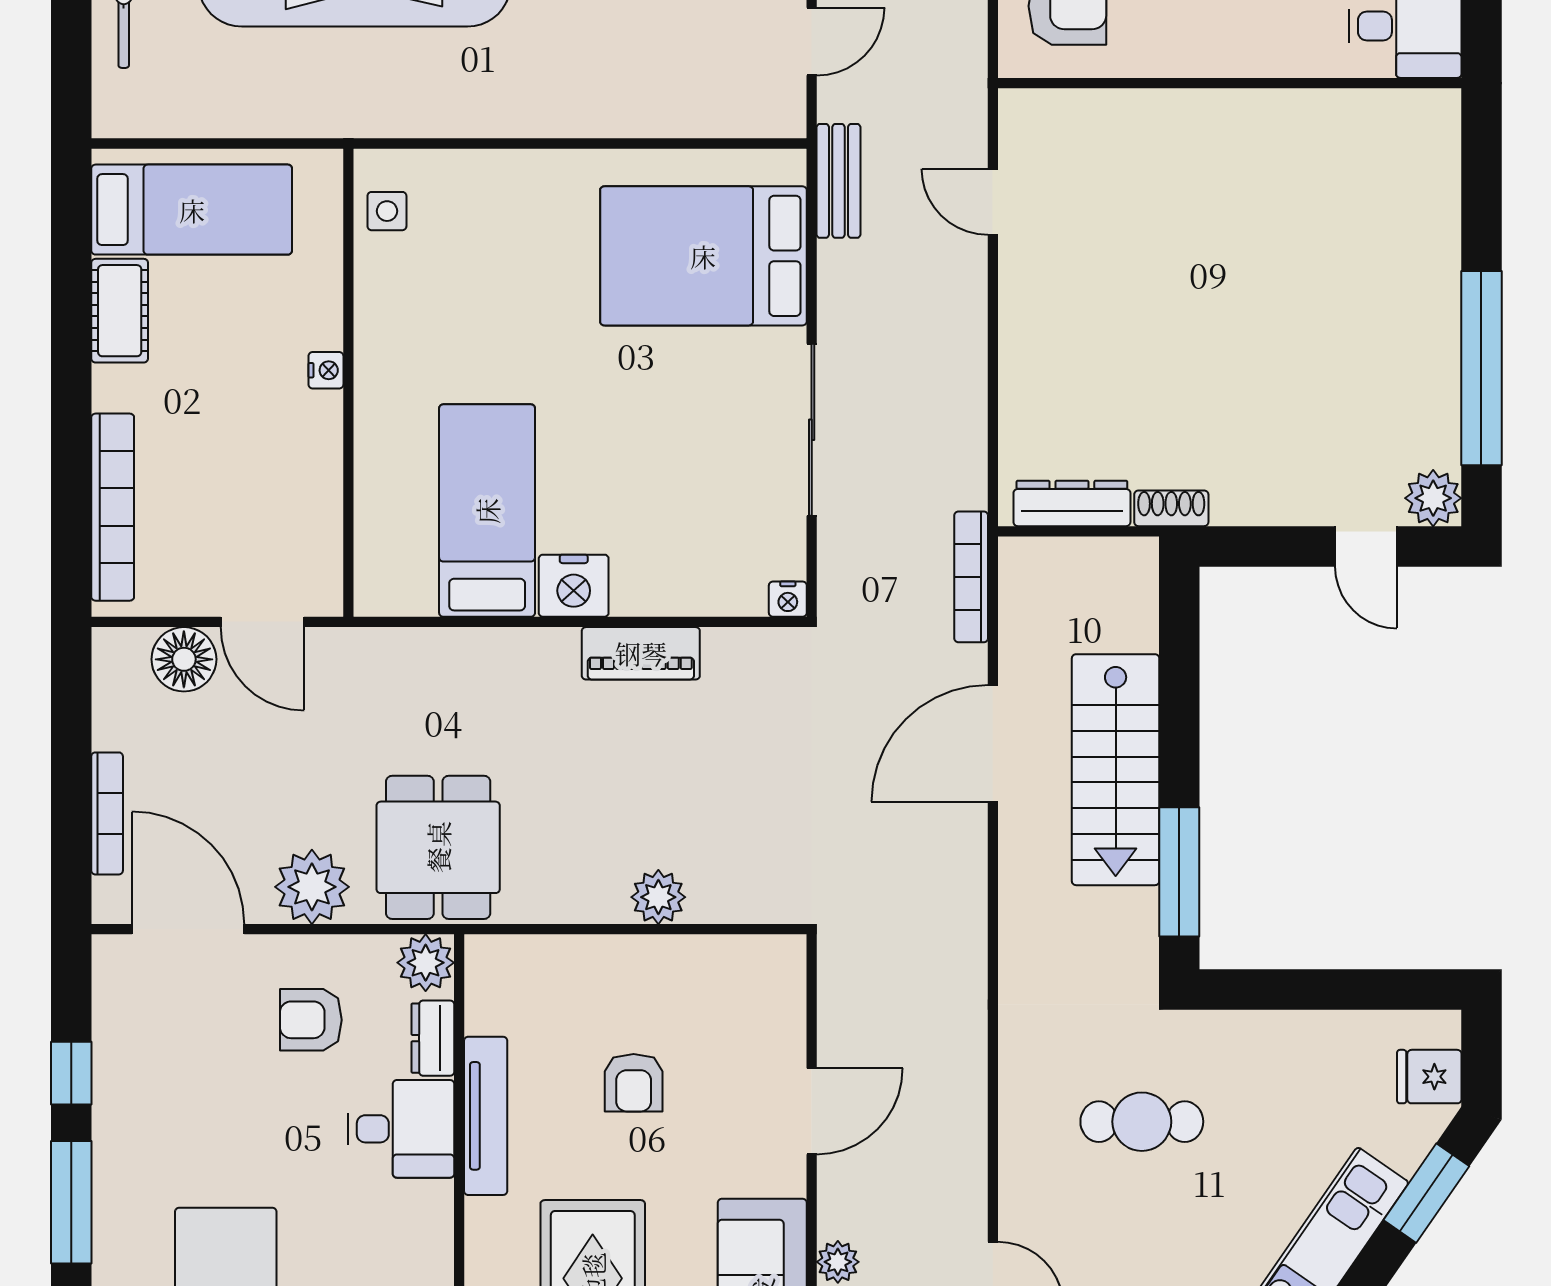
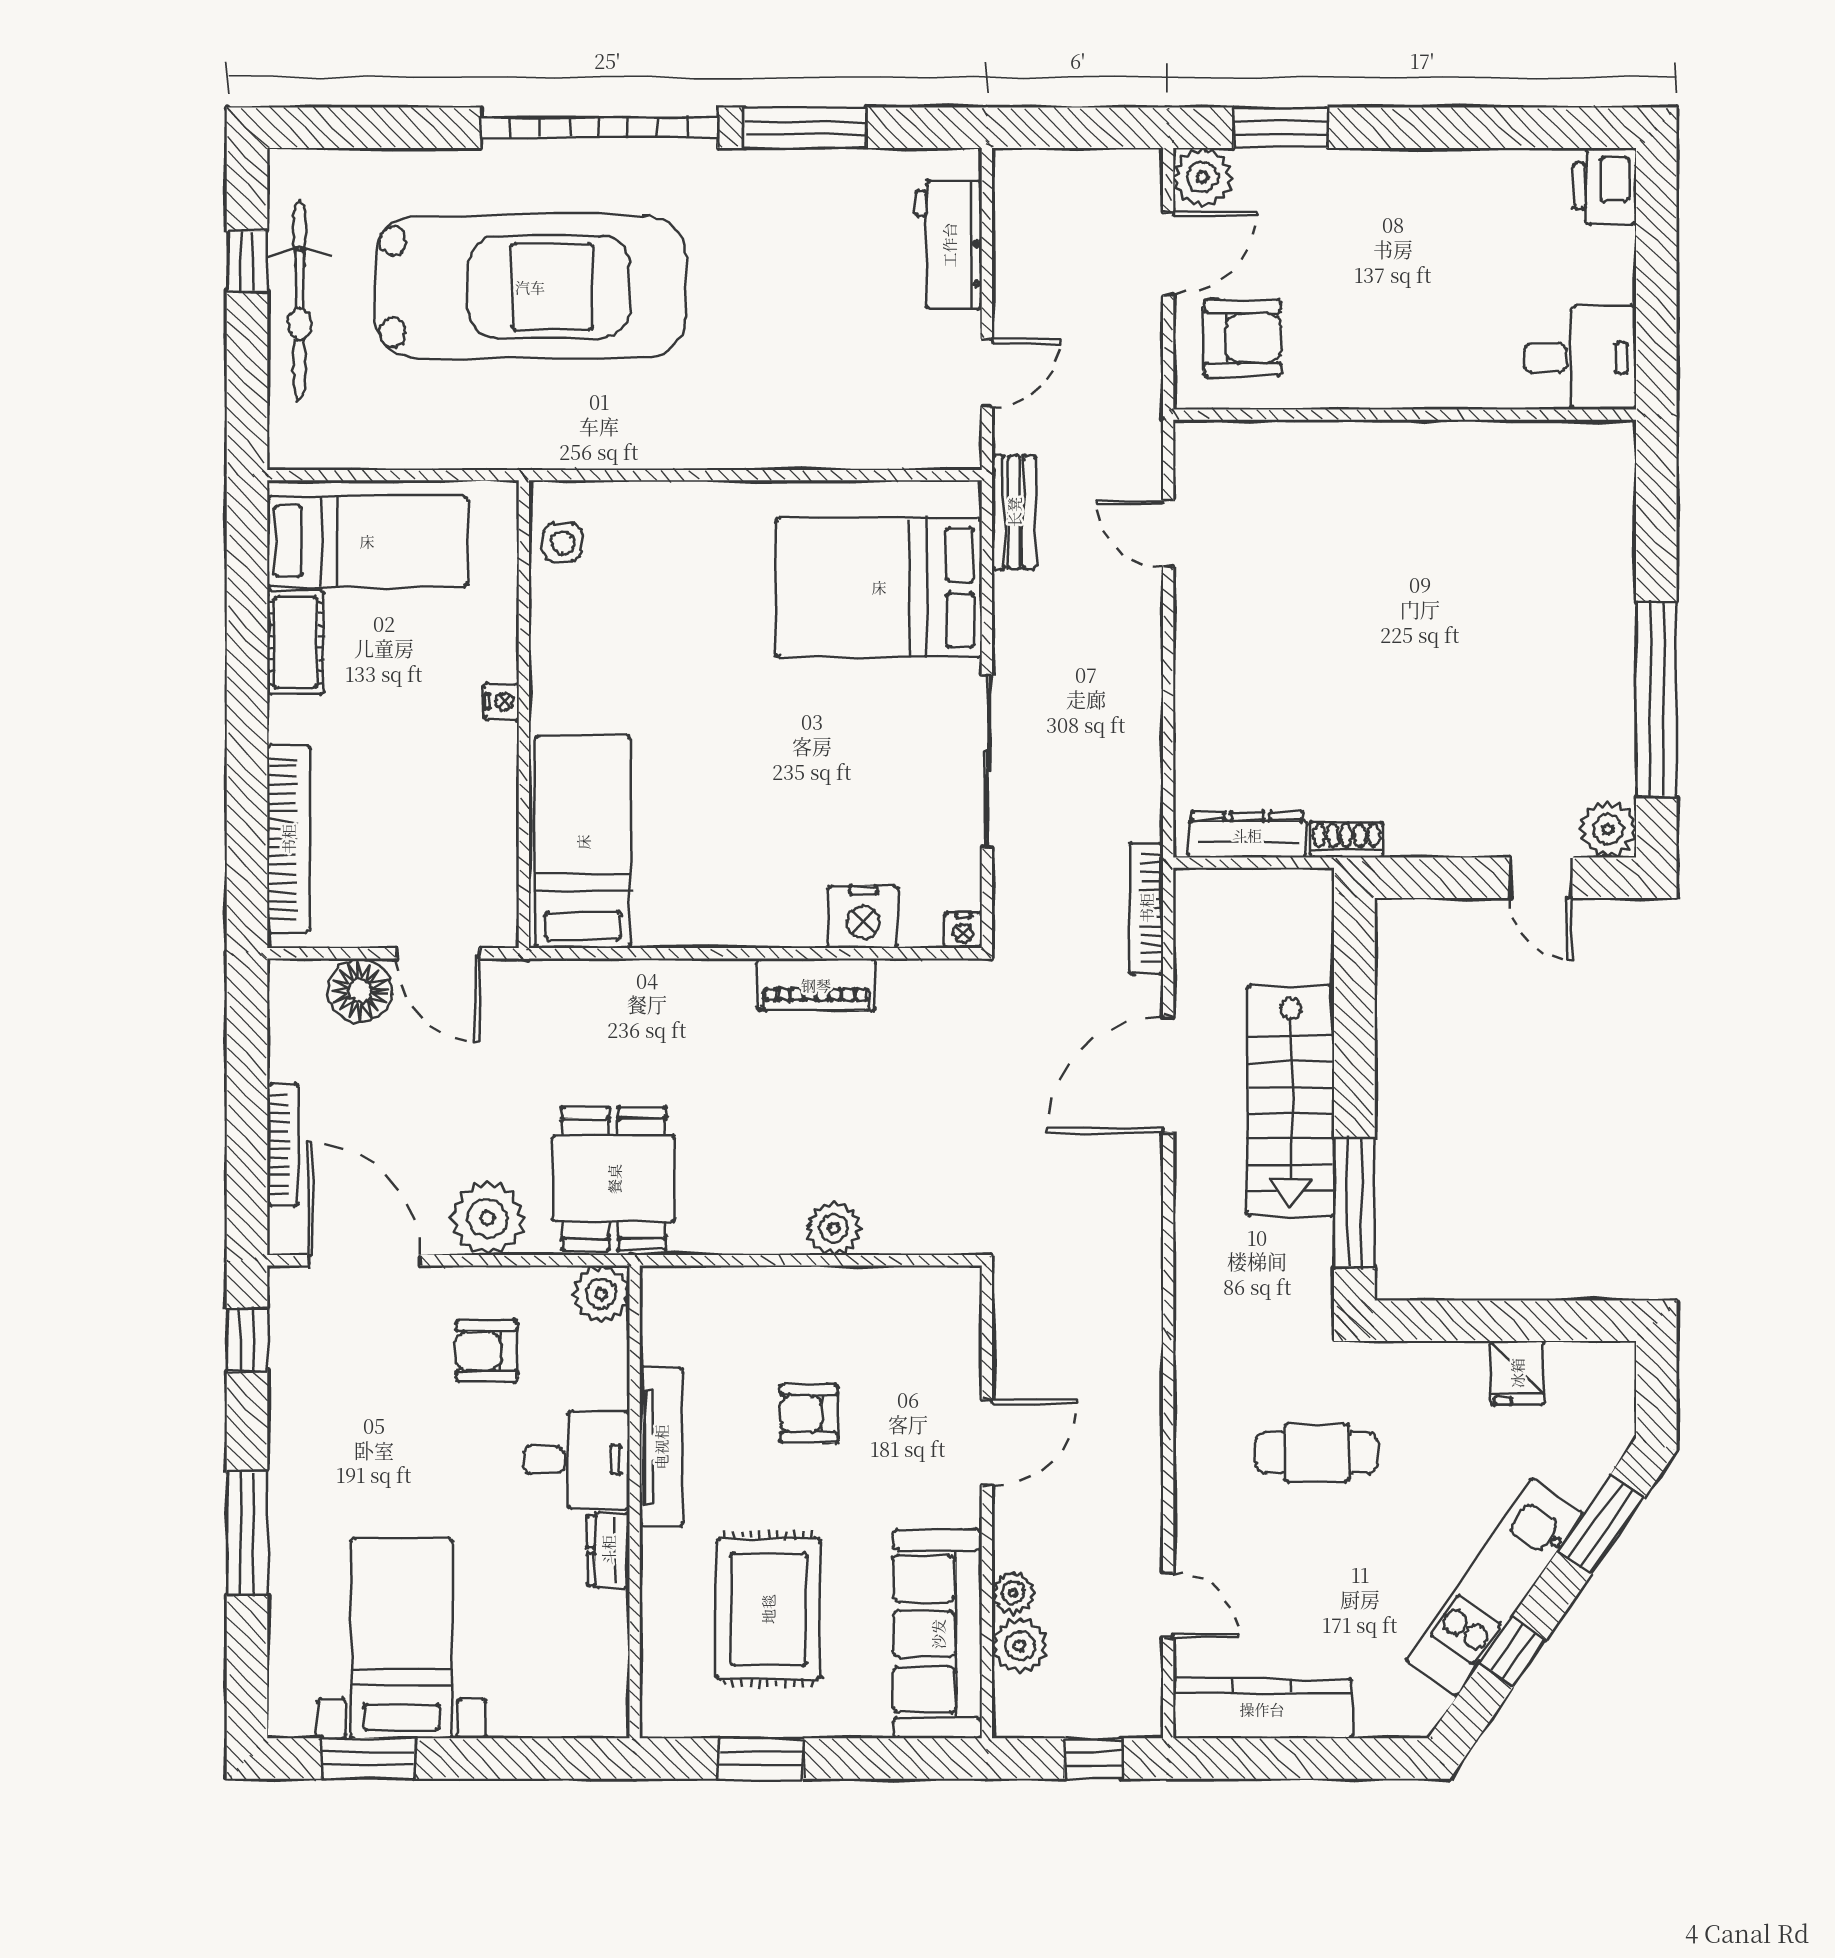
bed: (487, 511) -> (583, 842), moved
nightstand: (574, 586) -> (863, 917), moved
dresser: (433, 1038) -> (608, 1550), moved
window: (71, 1073) -> (247, 1340), moved
fridge: (1429, 1077) -> (1517, 1373), moved, turned -90
armchair: (634, 1083) -> (809, 1414), turned 90

